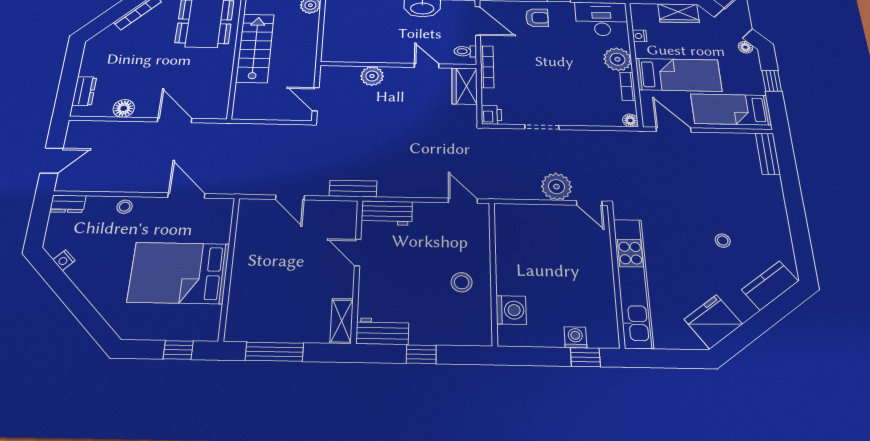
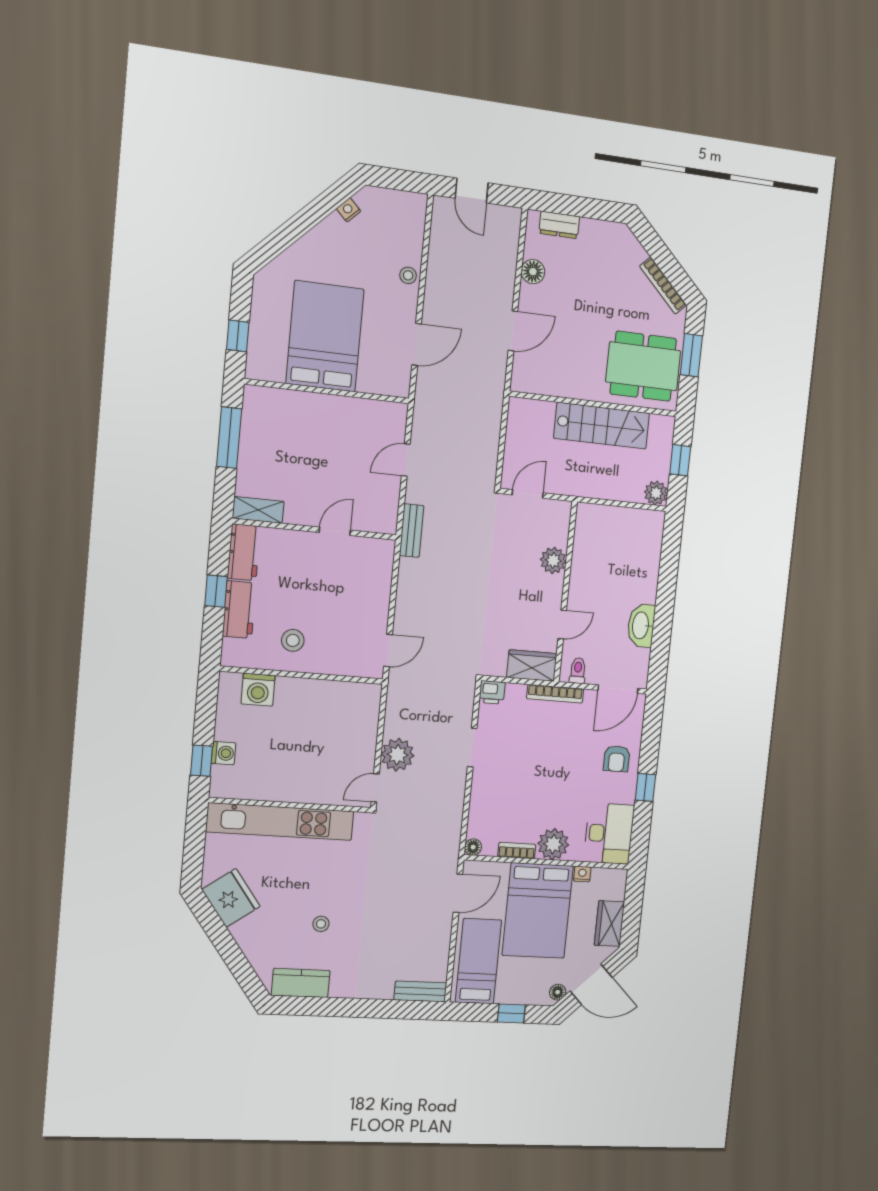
bed: (678, 75) -> (538, 911), width x1.50
dresser: (68, 204) -> (416, 211), removed
workbench: (387, 213) -> (239, 610), moved, turned 180
kitchen counter: (770, 285) -> (301, 983), moved, turned -54

